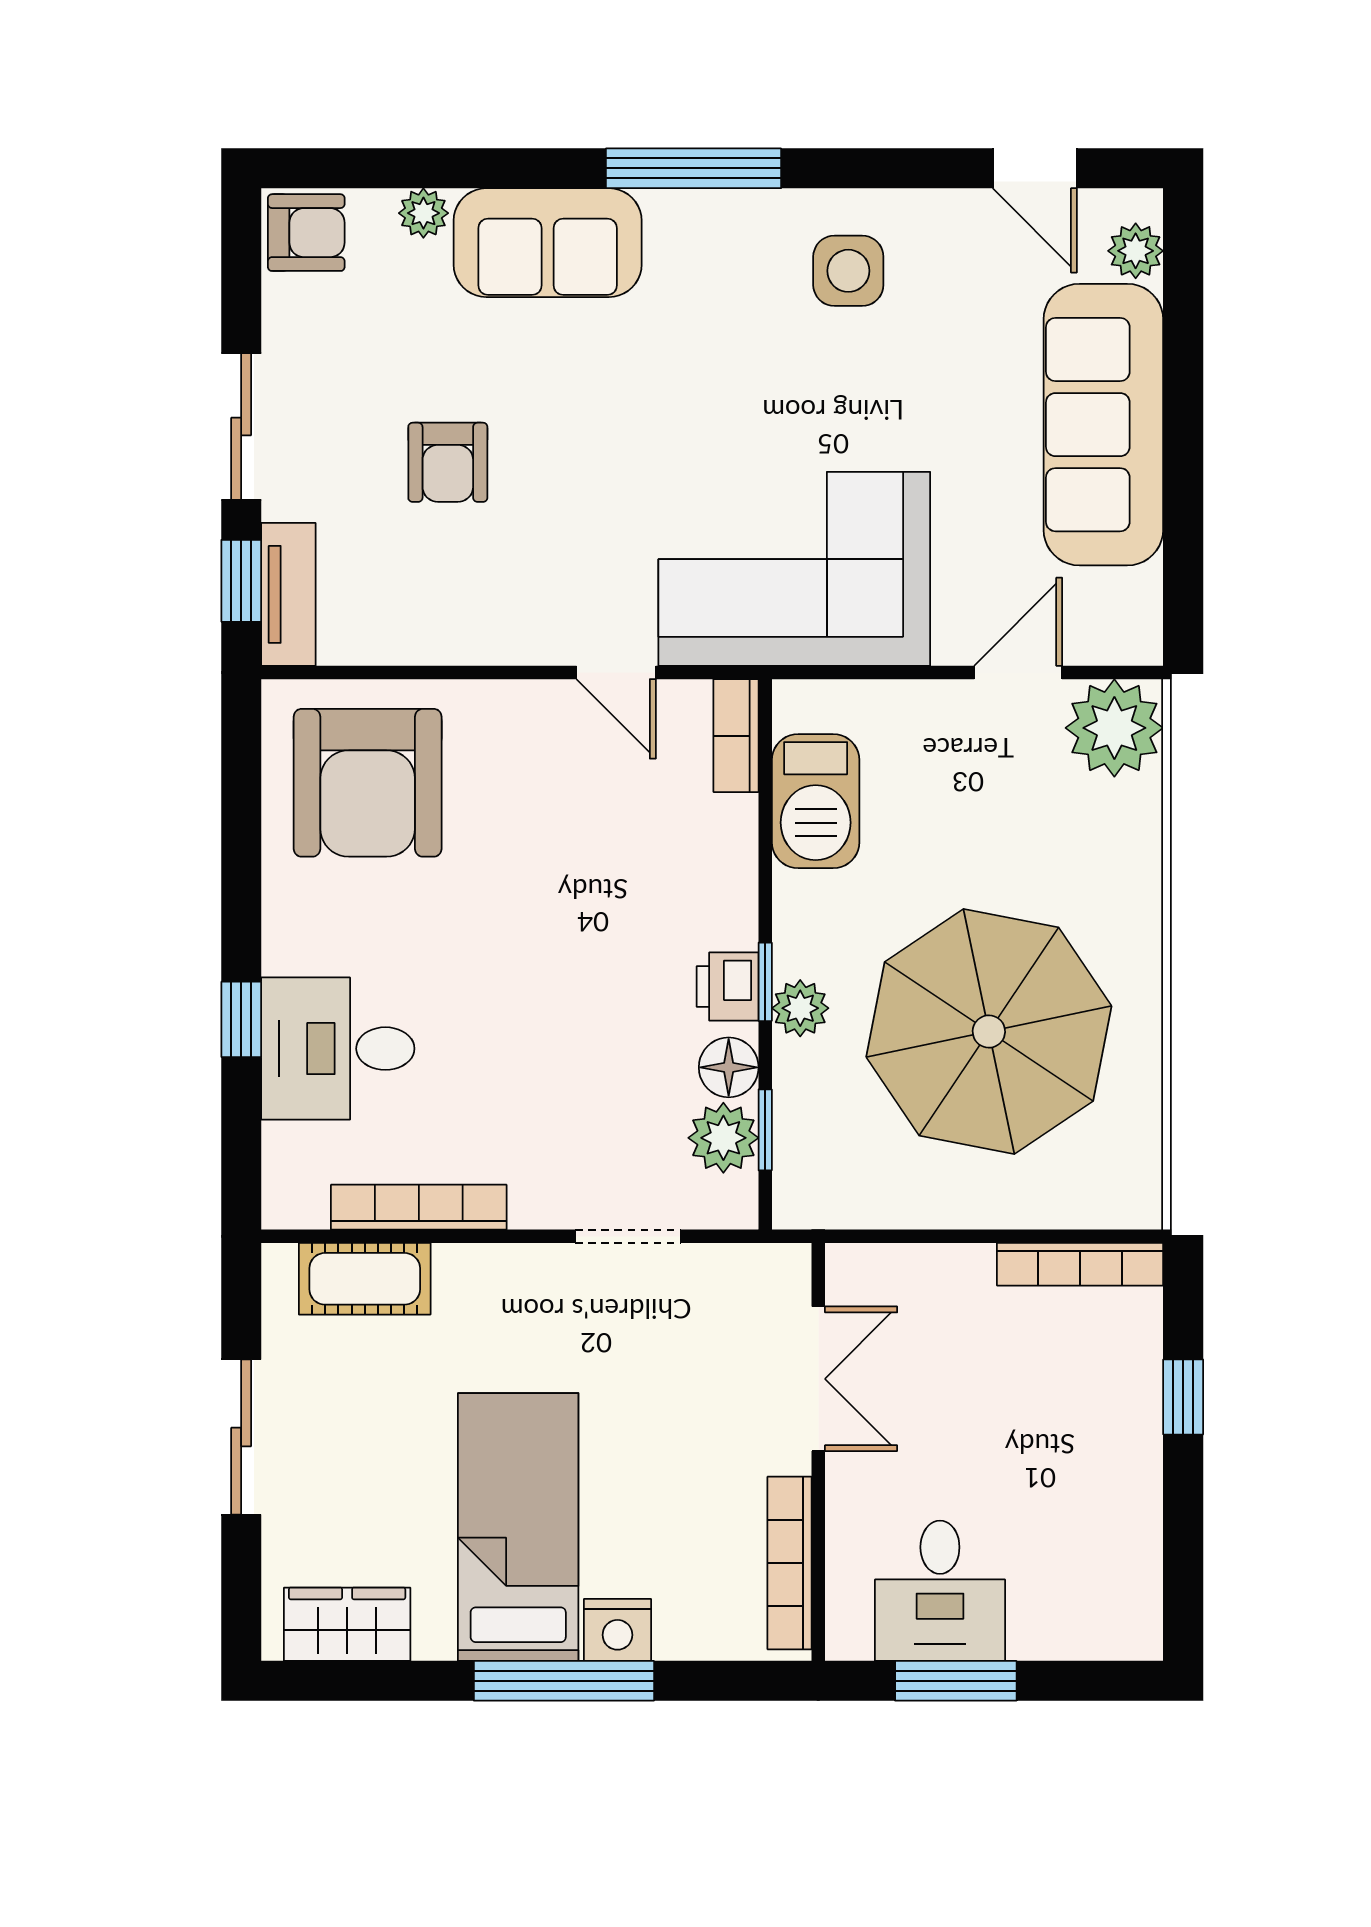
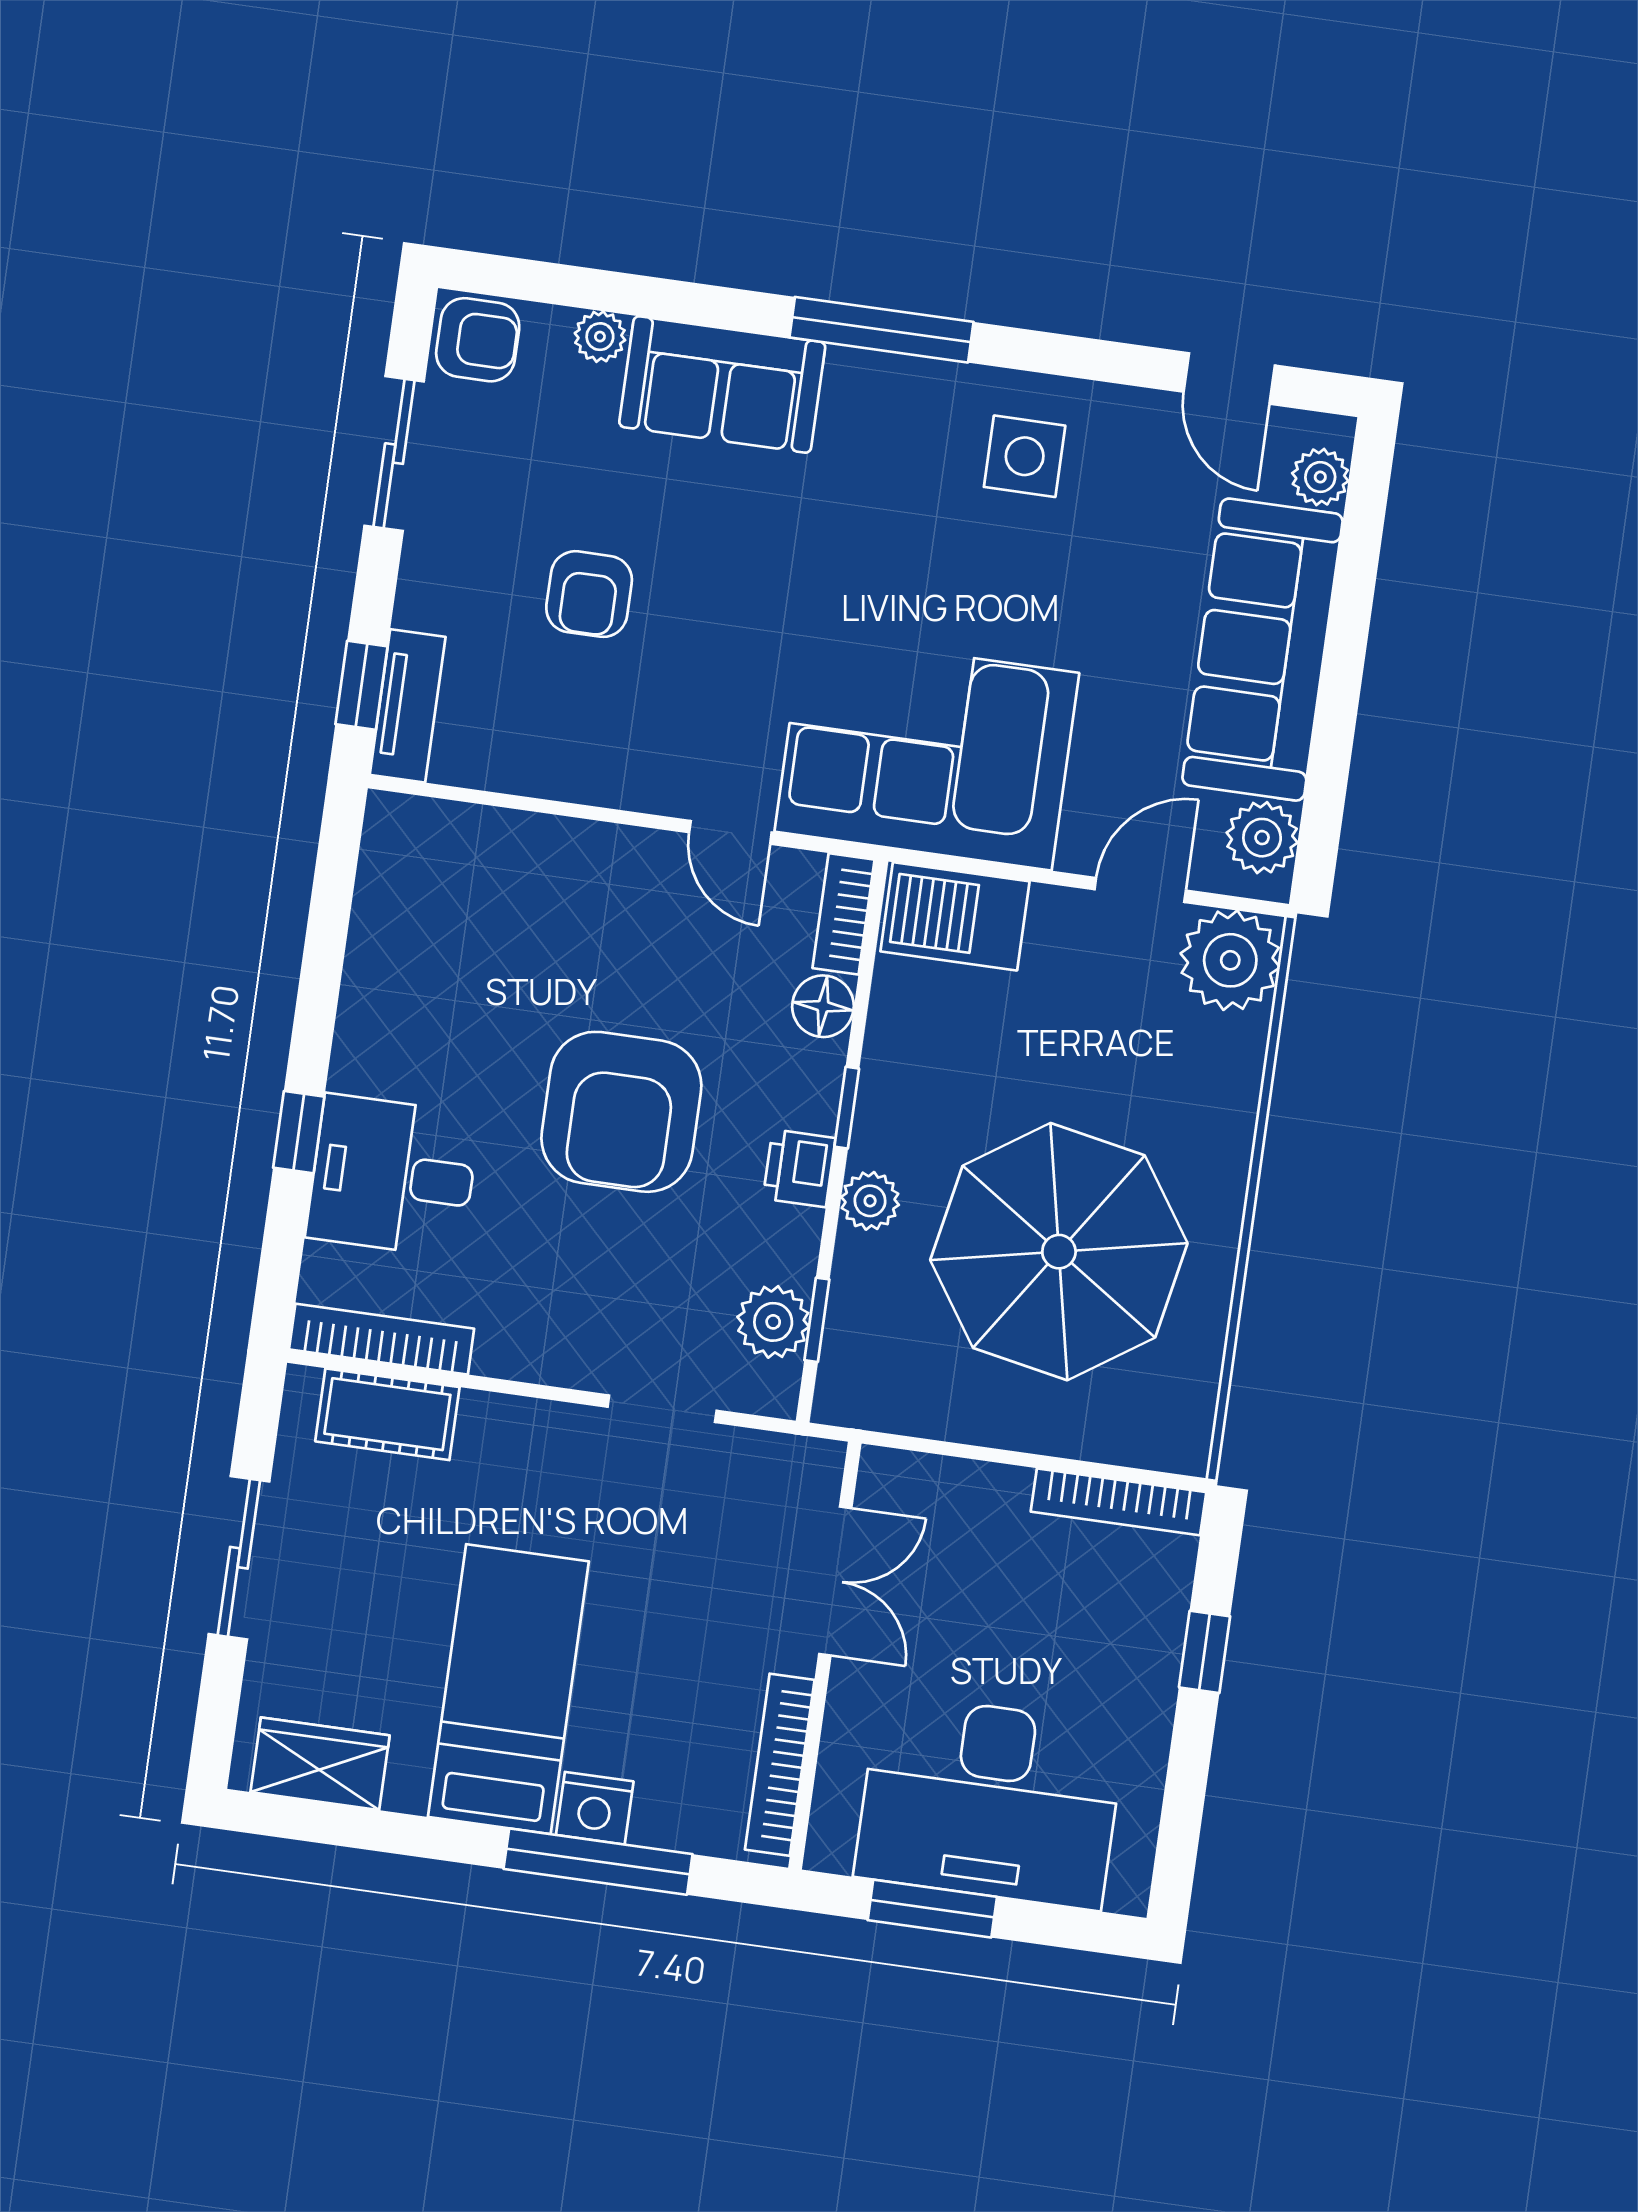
sliding door: (241, 427) -> (394, 454), moved
plant: (1128, 606) -> (1262, 838), added
armchair: (368, 783) -> (621, 1112), moved
barbecue: (816, 801) -> (955, 916), moved, turned 90
window: (765, 982) -> (847, 1108), moved
floor lamp: (729, 1067) -> (823, 1006), moved
bookcase: (419, 1207) -> (382, 1339), moved
desk: (940, 1591) -> (990, 1801), width x1.87, depth x1.30
window: (564, 1681) -> (598, 1862), moved

